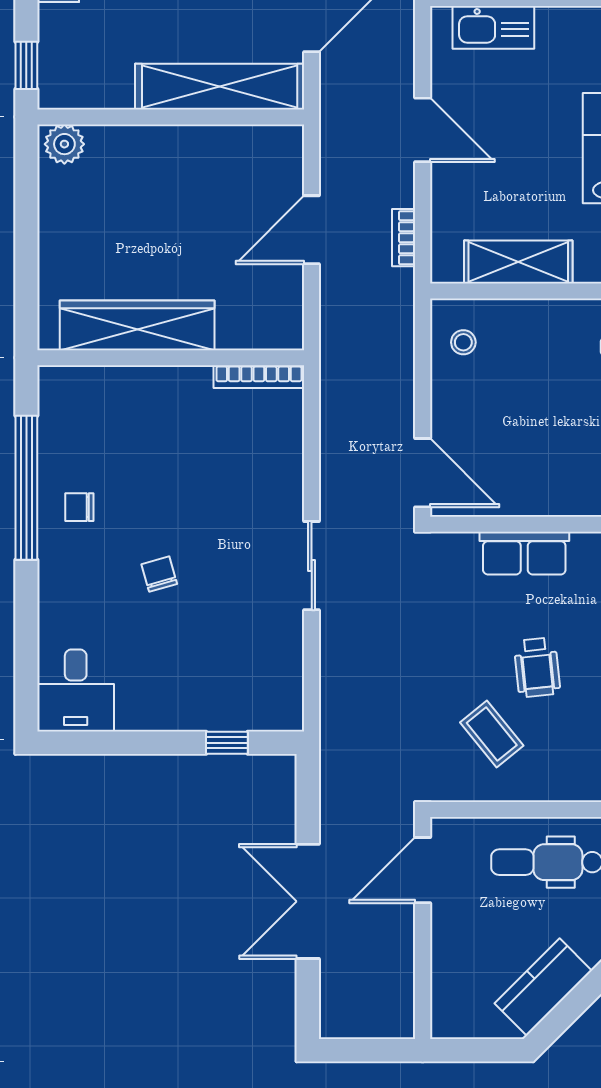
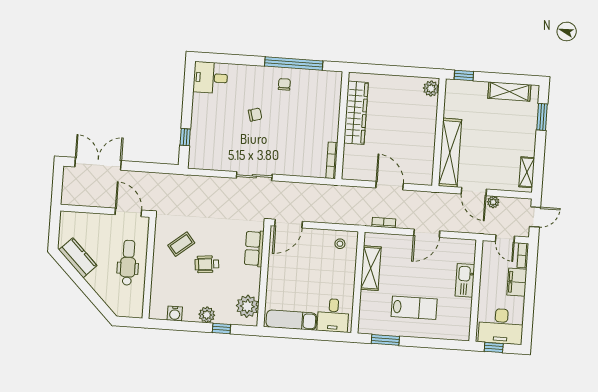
kitchen sink: (493, 27) -> (465, 280), moved
row of seats: (524, 553) -> (254, 249), moved
double door: (308, 901) -> (98, 164), moved

